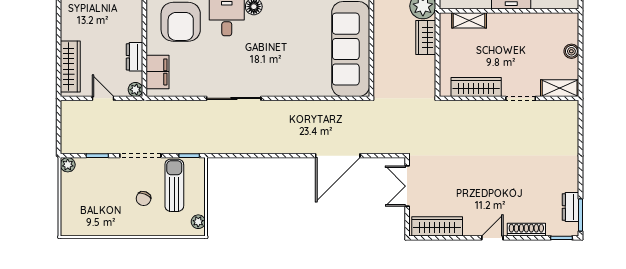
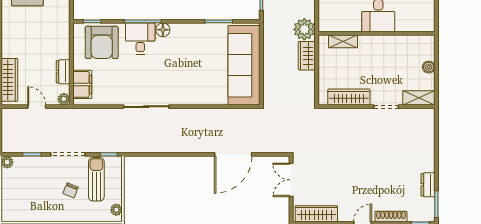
dresser: (571, 207) -> (428, 185), moved

